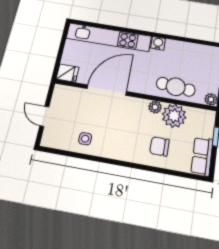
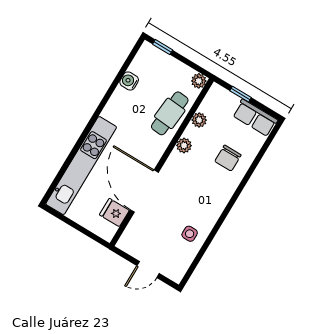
water cooler: (158, 43) -> (129, 81), moved
fridge: (67, 73) -> (114, 213), moved, turned -90
plant: (174, 116) -> (199, 120), width x0.53, depth x0.53

